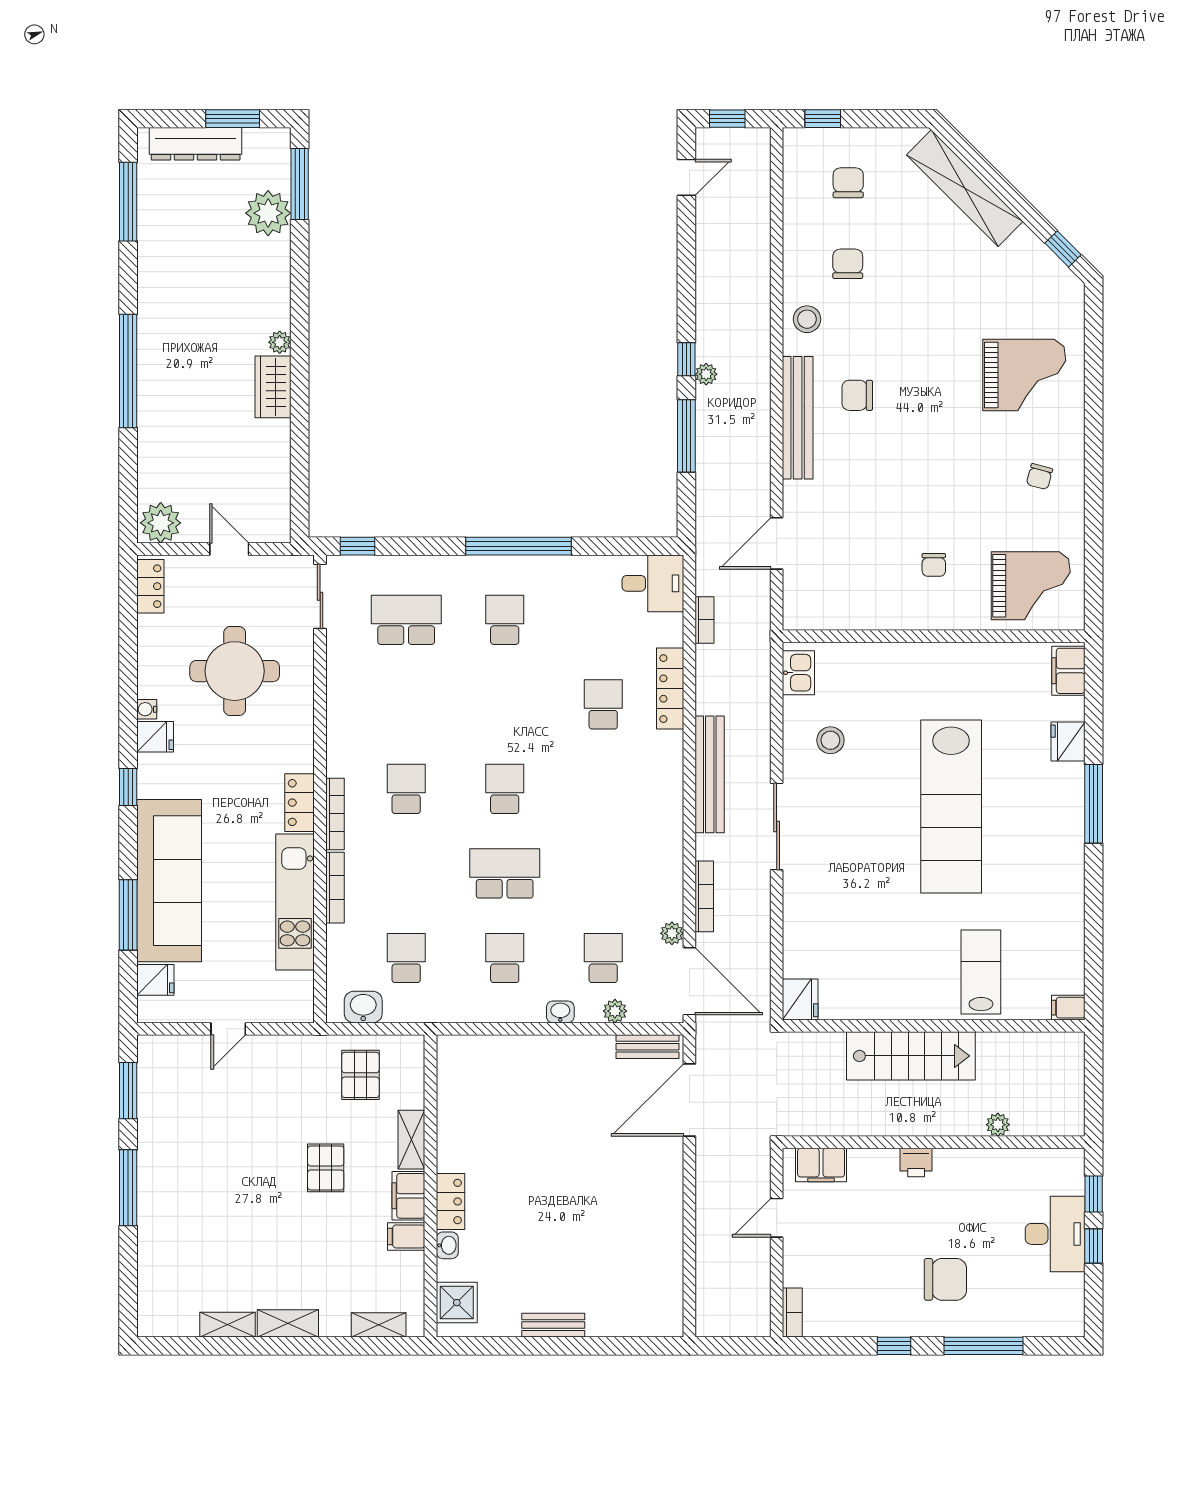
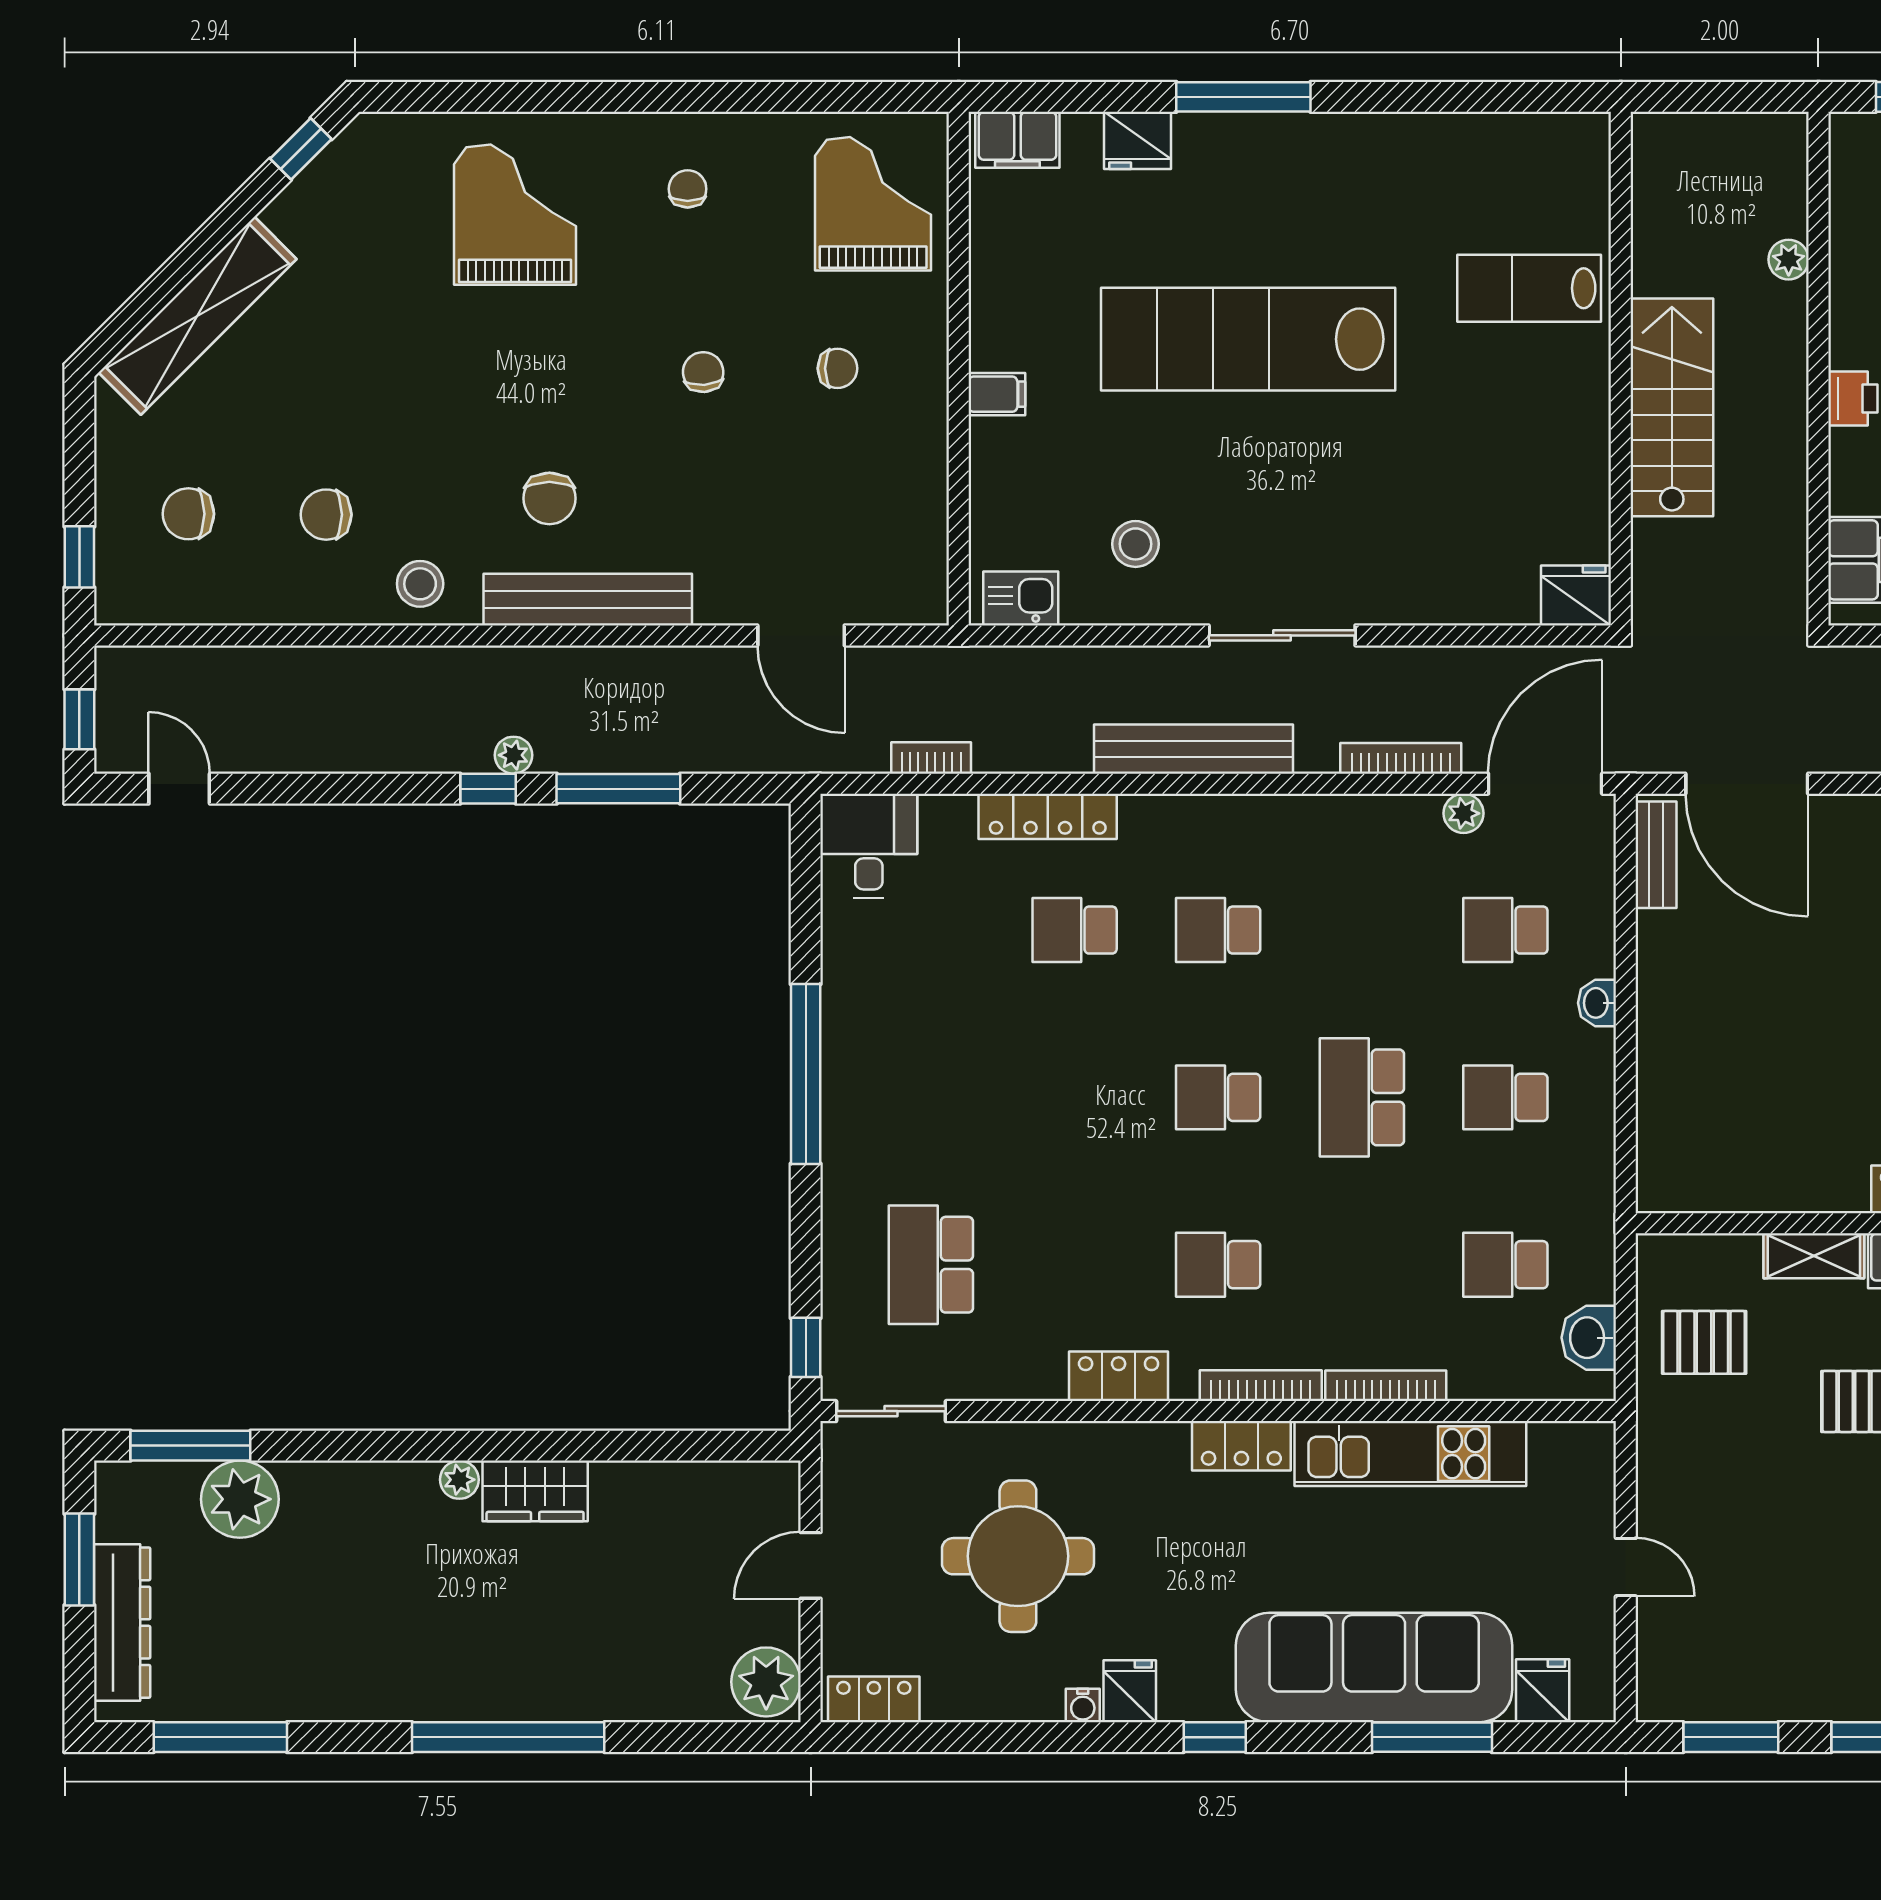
chair: (1039, 477) -> (688, 189), turned -105
chair: (932, 486) -> (703, 372), added
school desk: (505, 620) -> (1218, 930), moved
locker: (341, 730) -> (1119, 1376), added
lab bench: (951, 806) -> (1248, 339), turned 180
filing cabinet: (1068, 1008) -> (997, 394), moved, turned -90
plant: (615, 1011) -> (1596, 910), removed

